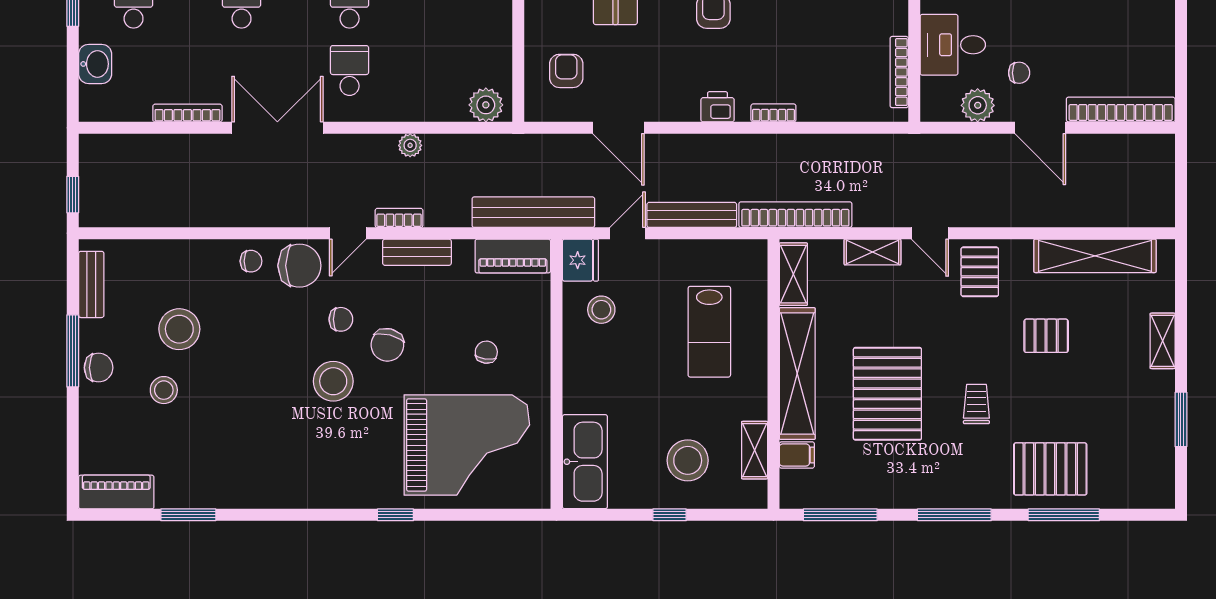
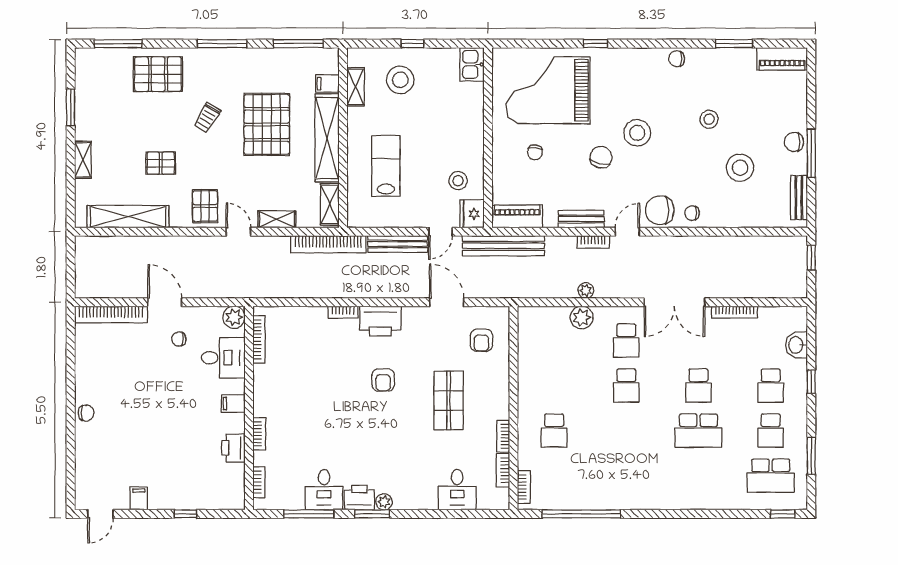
plant: (486, 105) -> (582, 318), moved
plant: (978, 105) -> (234, 317), moved
printer: (718, 107) -> (380, 321), width x1.87, depth x1.48
chair: (341, 319) -> (677, 59), moved
stool: (164, 390) -> (709, 119), moved
trolley: (976, 404) -> (207, 118), turned 31
kitchen sink: (585, 462) -> (472, 64), width x0.53, depth x0.81
window: (1064, 515) -> (118, 44), moved

